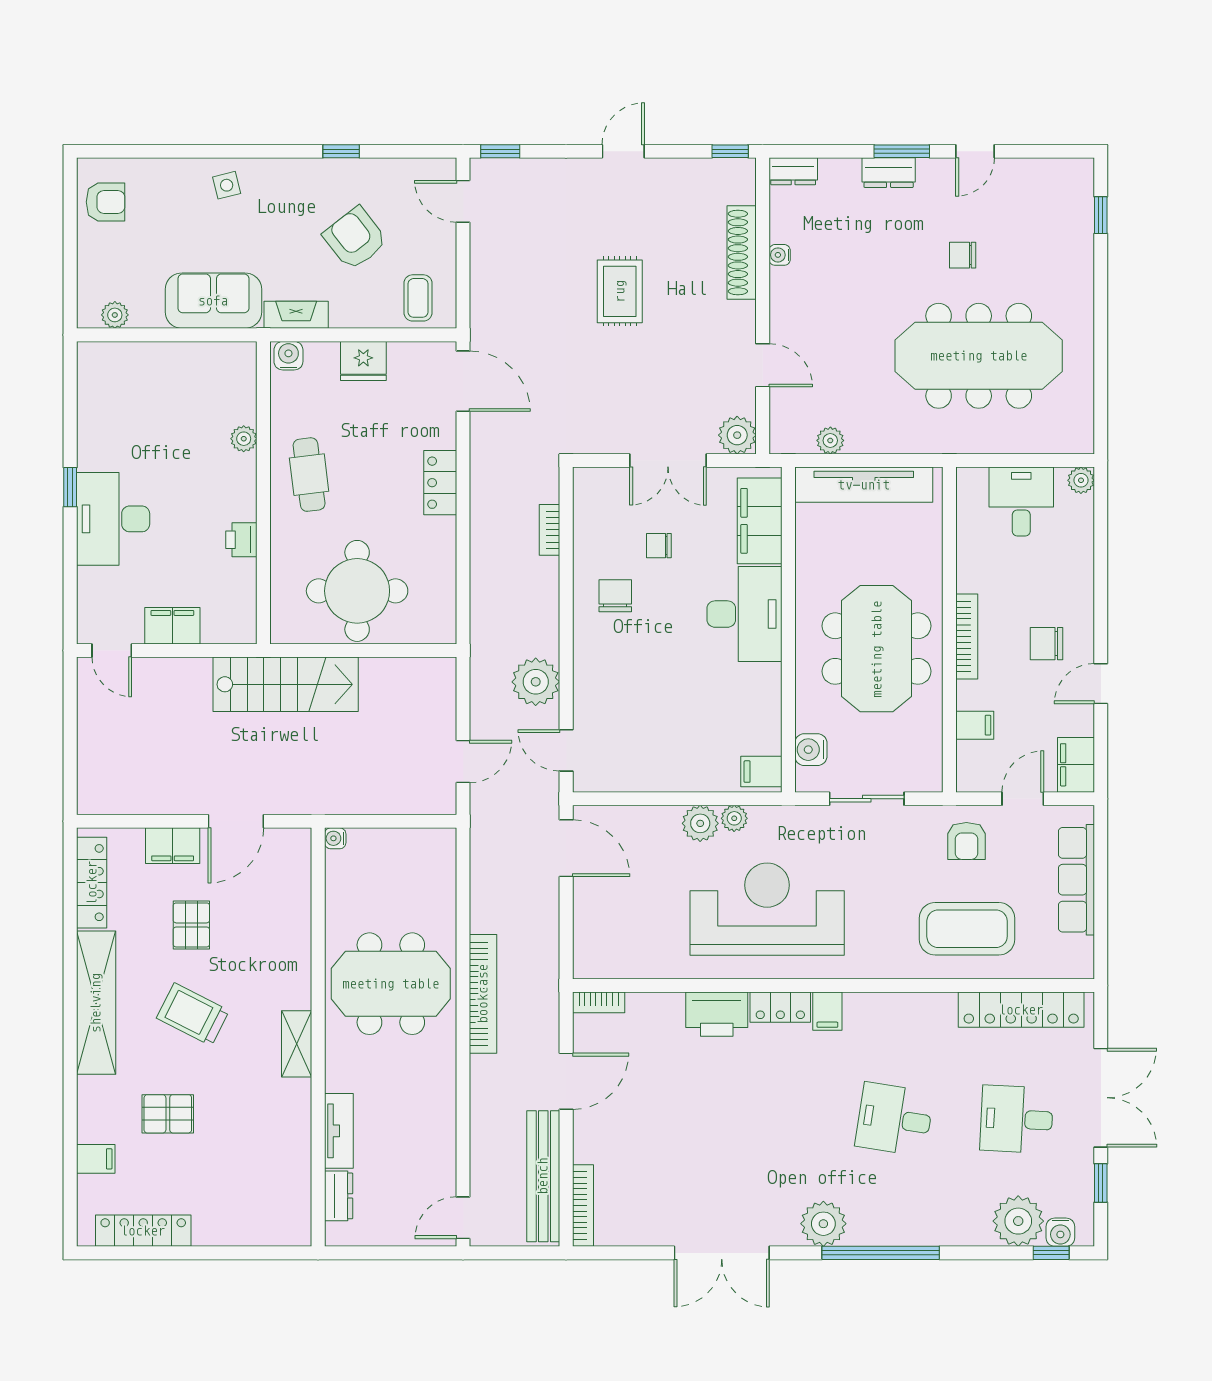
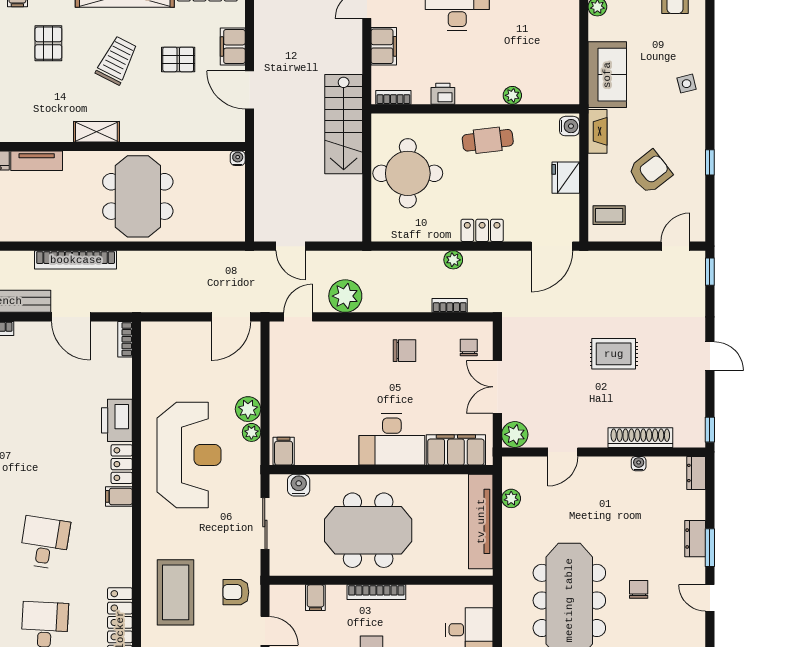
plant: (483, 525) -> (453, 260), added
chair: (659, 546) -> (469, 348), moved
bookcase: (247, 612) -> (393, 97), added
bookcase: (483, 994) -> (76, 260), moved

